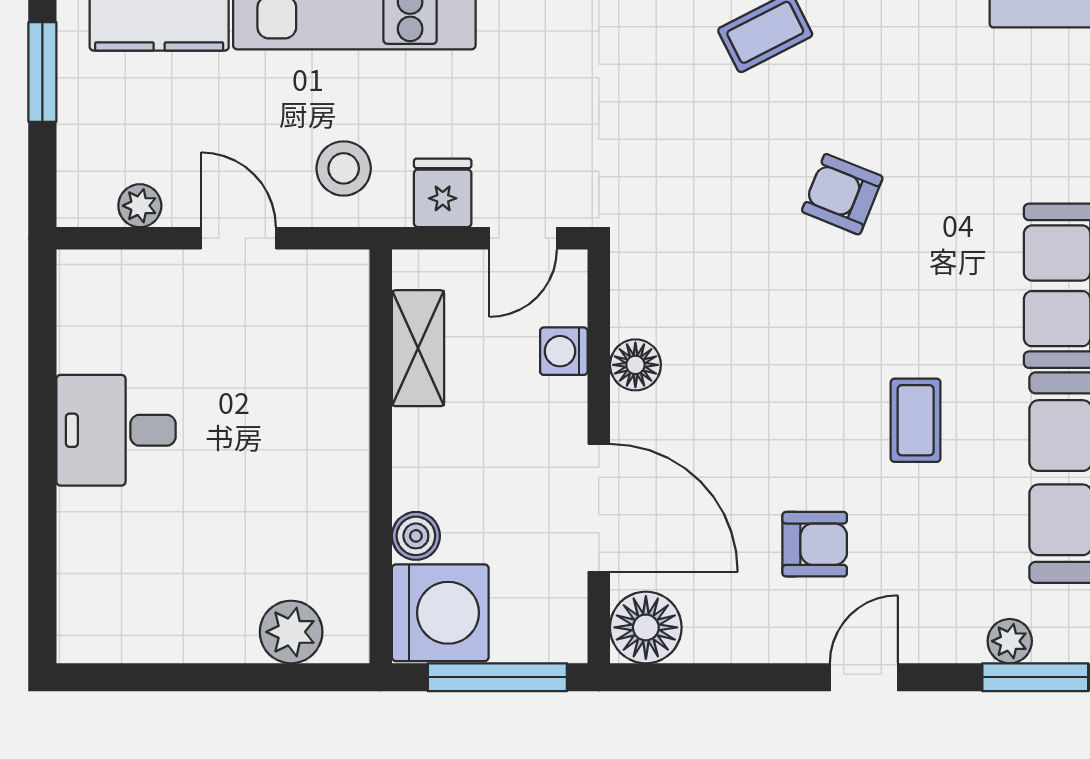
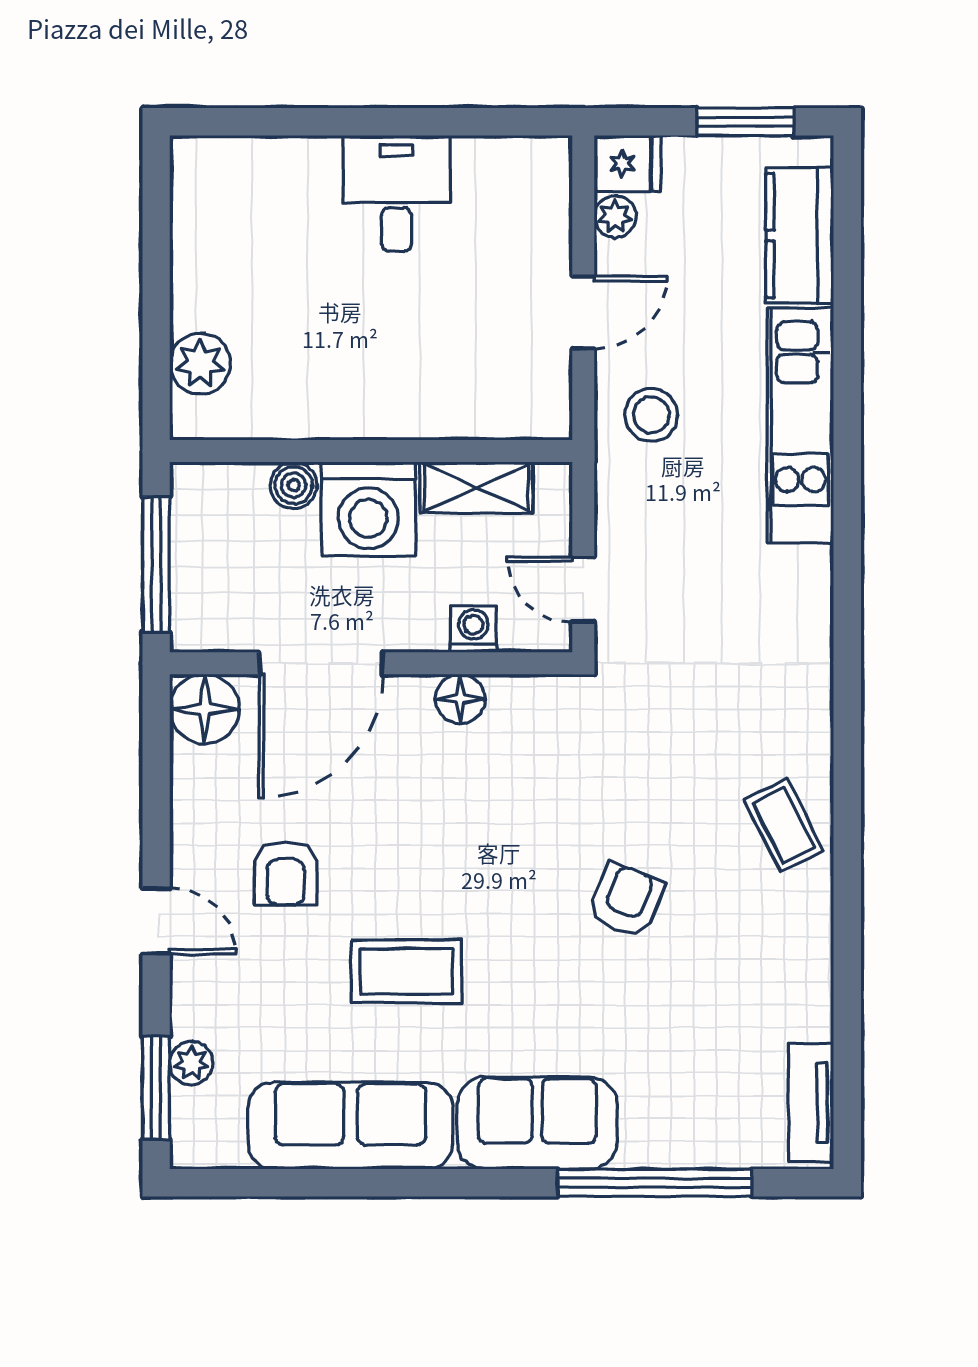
fridge: (443, 193) -> (628, 163), moved
coffee table: (916, 420) -> (406, 971), width x1.36, depth x1.30
washing machine: (440, 613) -> (368, 509), moved

